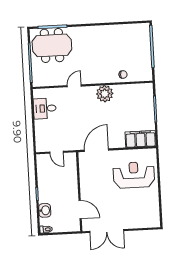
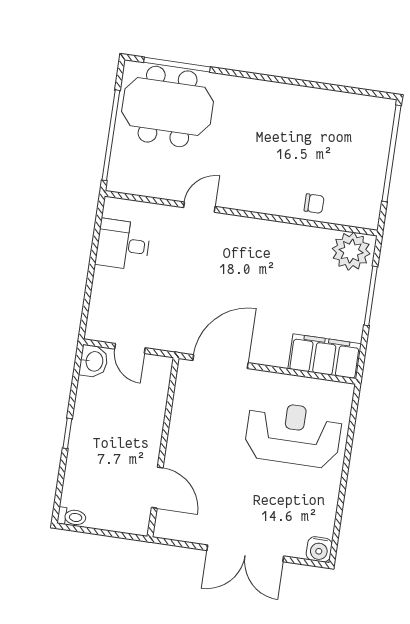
plant: (105, 94) -> (351, 251), moved
washbasin: (45, 210) -> (94, 361), moved
water cooler: (155, 222) -> (319, 549), added
double door: (107, 231) -> (245, 553), moved

